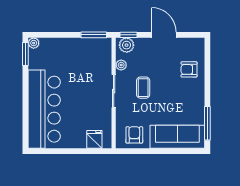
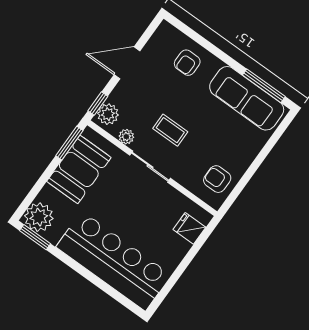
plant: (34, 43) -> (39, 217), width x1.88, depth x1.88
booth: (83, 51) -> (79, 169), added
sofa: (177, 137) -> (247, 98), moved, turned -90

